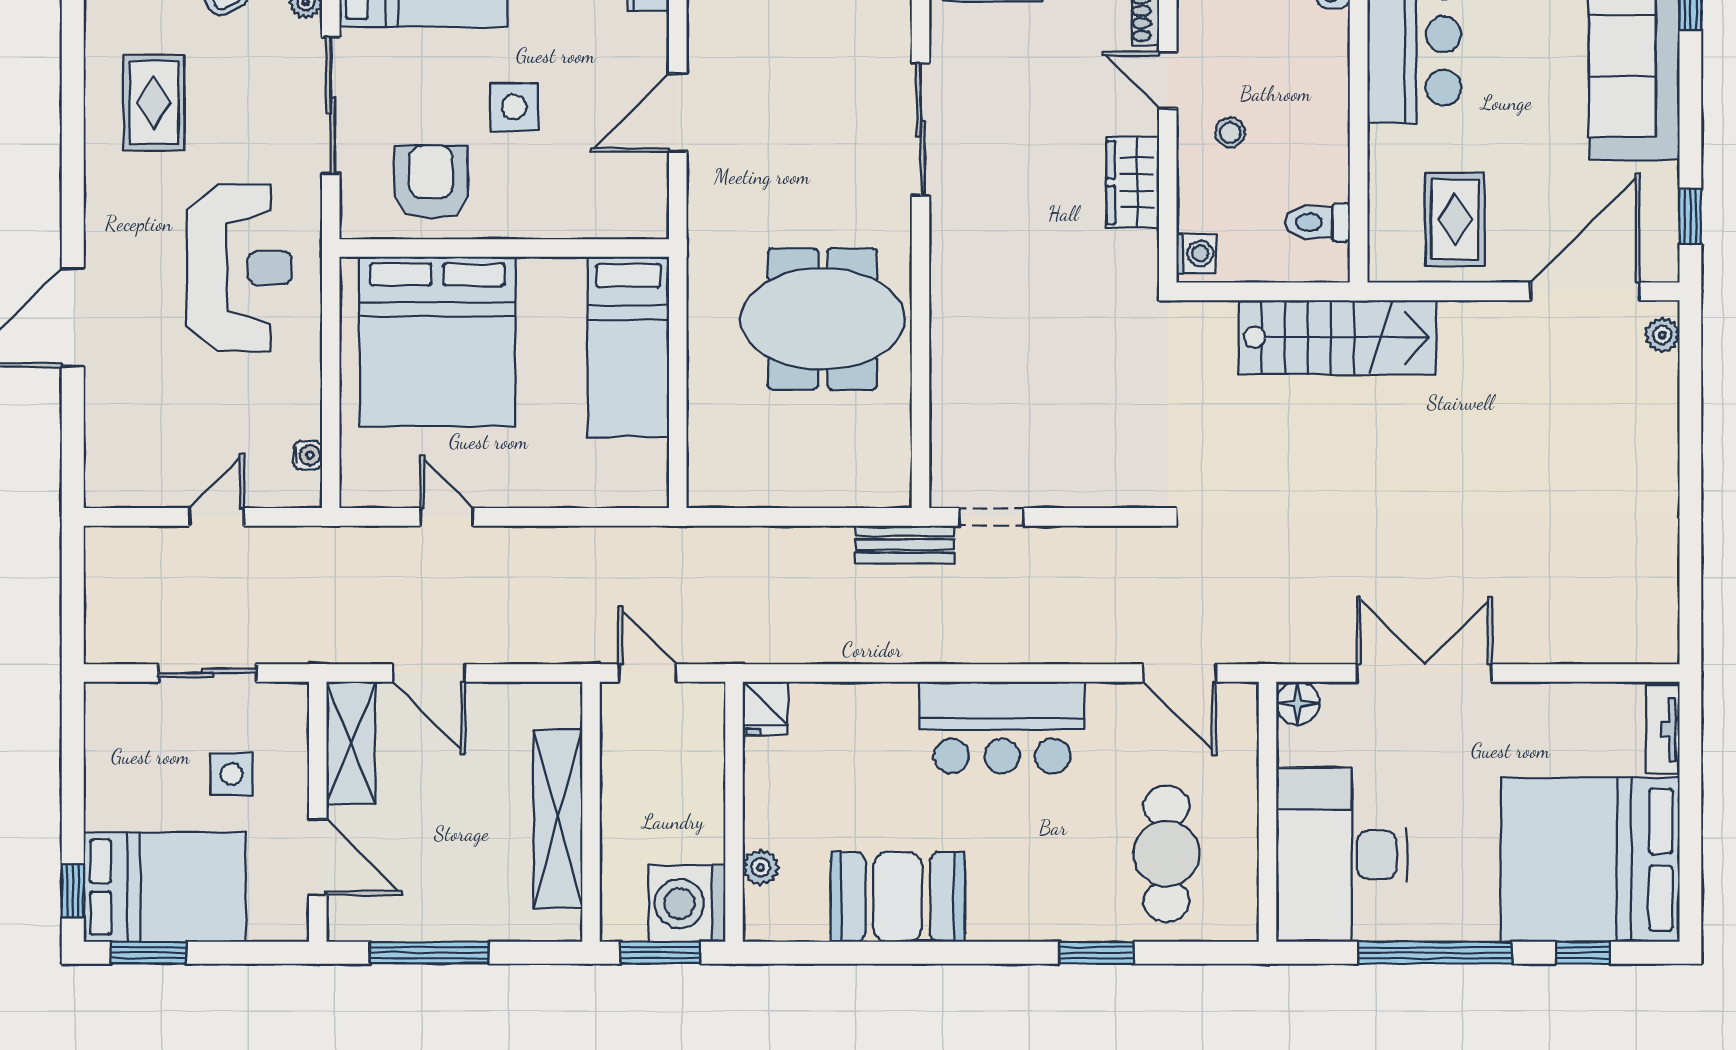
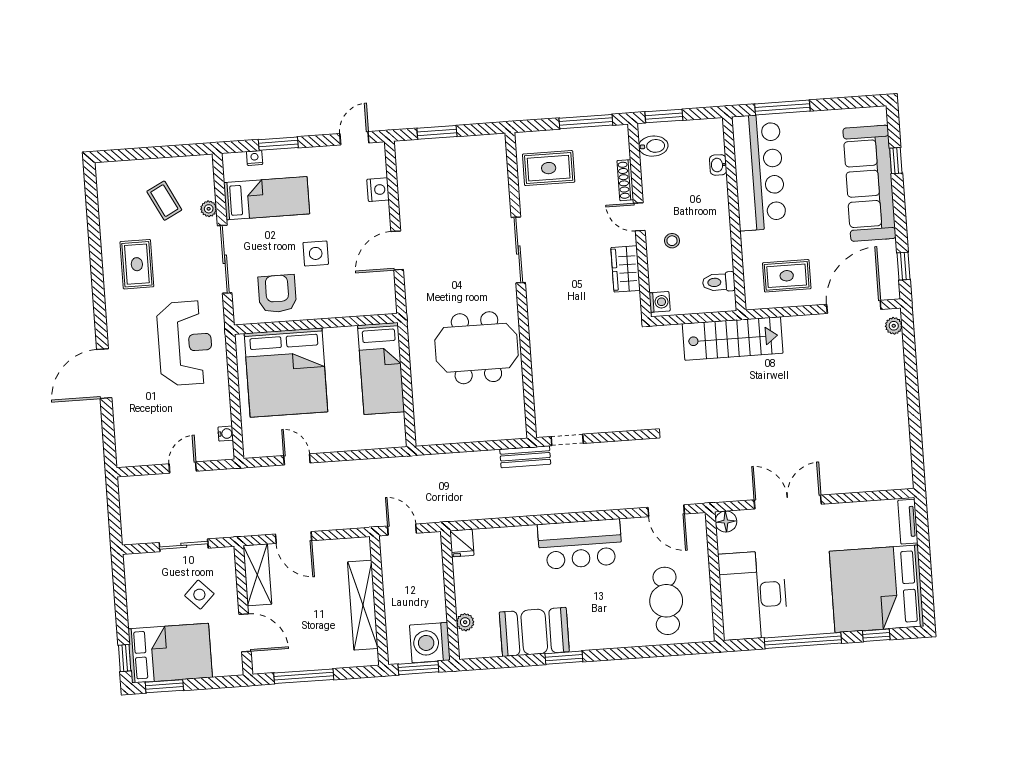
rug: (1455, 219) -> (787, 276), turned 90
side table: (232, 774) -> (199, 595), turned 45
window: (1096, 953) -> (564, 658), moved

